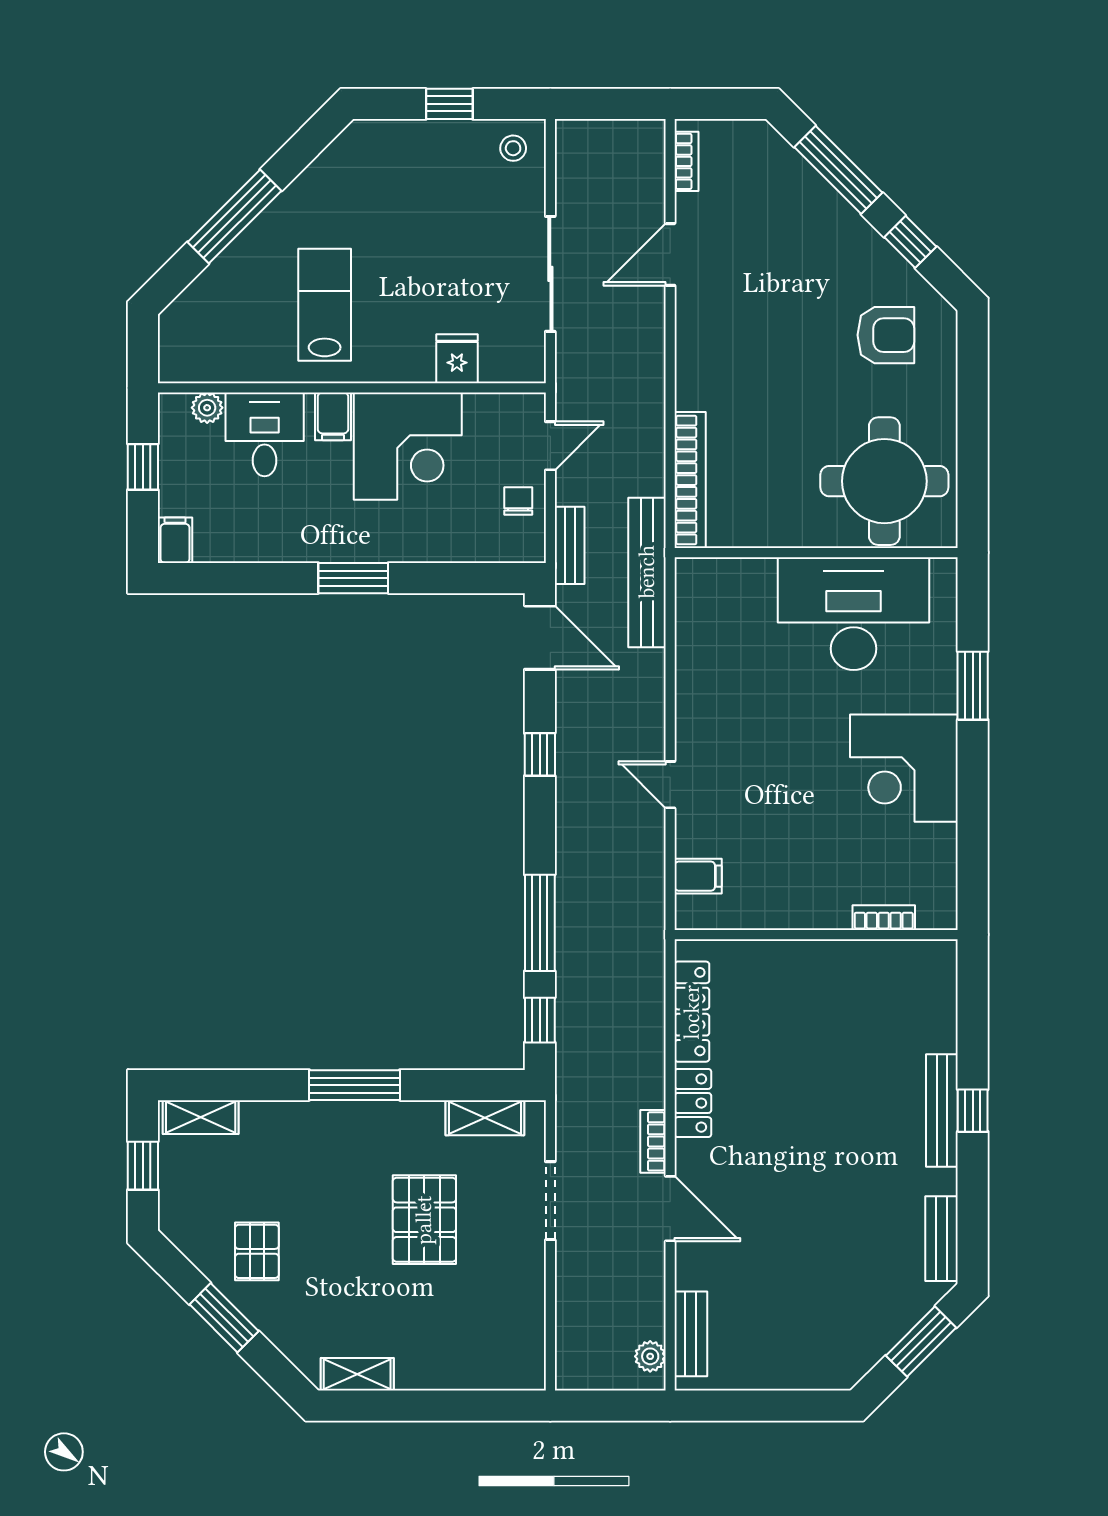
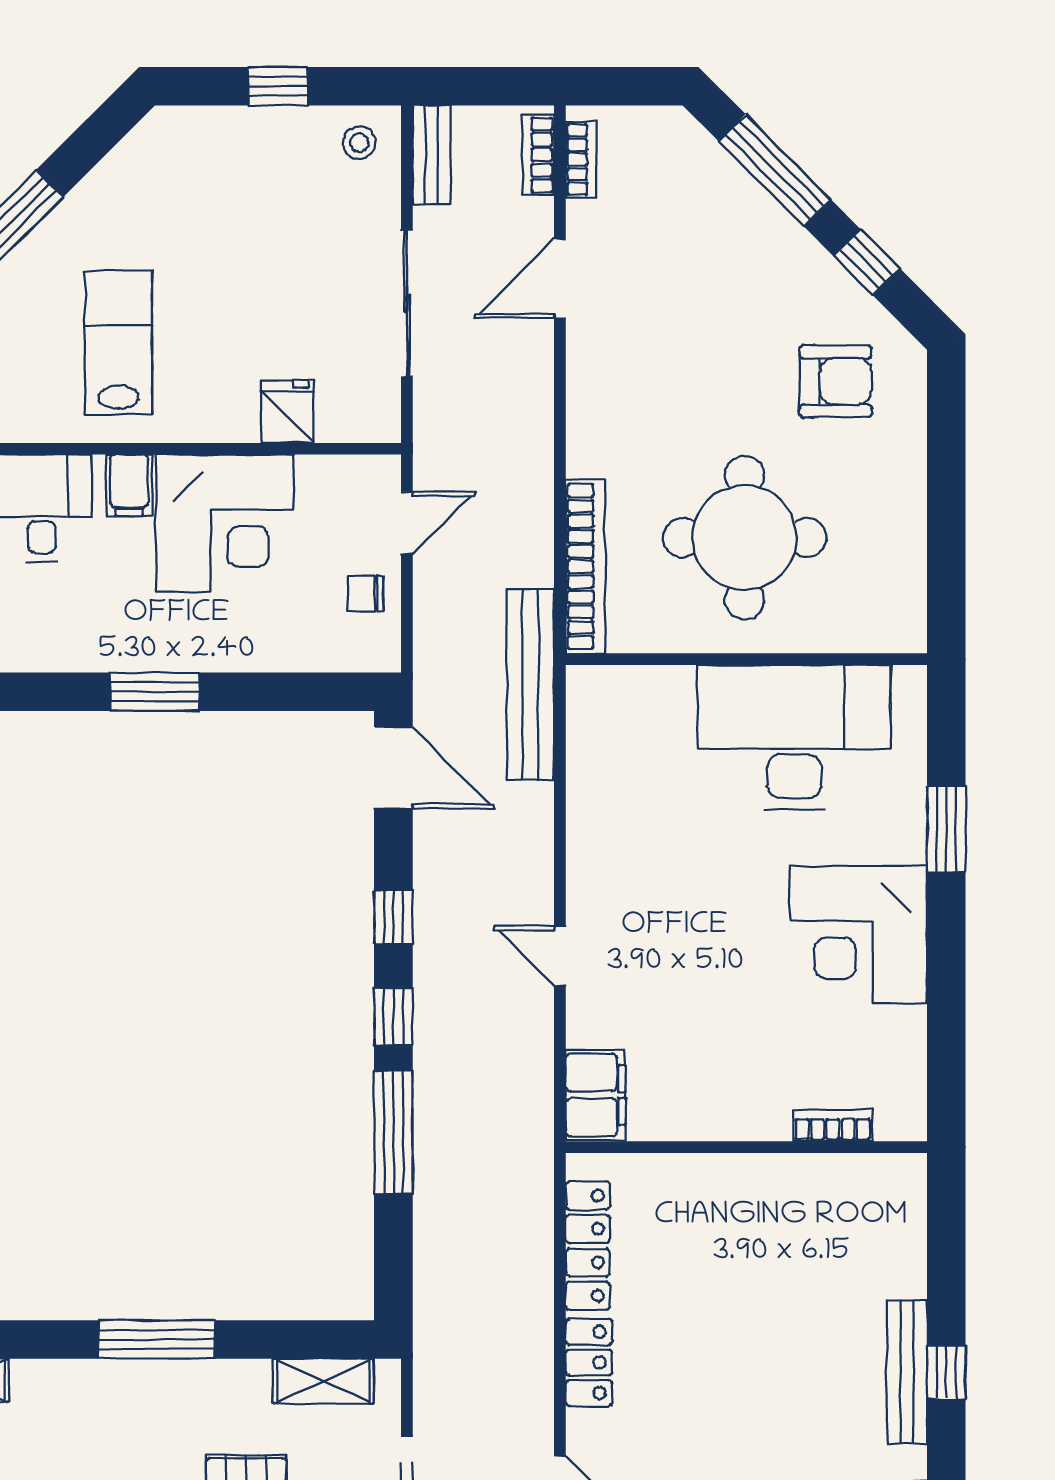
round table: (884, 481) -> (745, 538), moved
chair: (518, 501) -> (366, 593), turned -90
bench: (570, 545) -> (431, 155), moved
filing cabinet: (698, 876) -> (596, 1095), width x2.00
window: (540, 1020) -> (393, 1017), moved
bookcase: (653, 1141) -> (538, 155), moved

